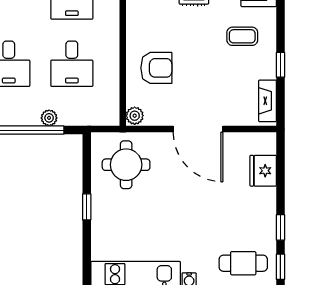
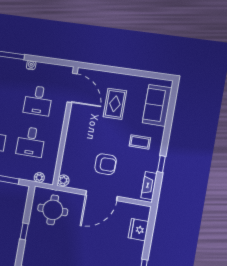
armchair: (156, 68) -> (106, 164), moved
plant: (49, 118) -> (39, 178), moved
door: (198, 129) -> (101, 196), hinge flipped

